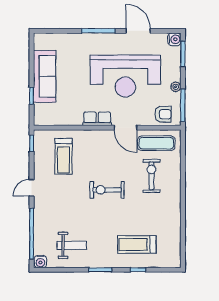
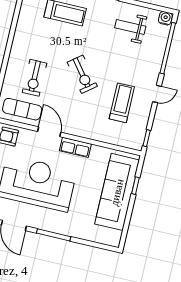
sofa: (45, 76) -> (117, 192), width x1.36, depth x1.27
treadmill: (63, 156) -> (122, 103), moved
exercise bike: (107, 190) -> (82, 74), turned 52

